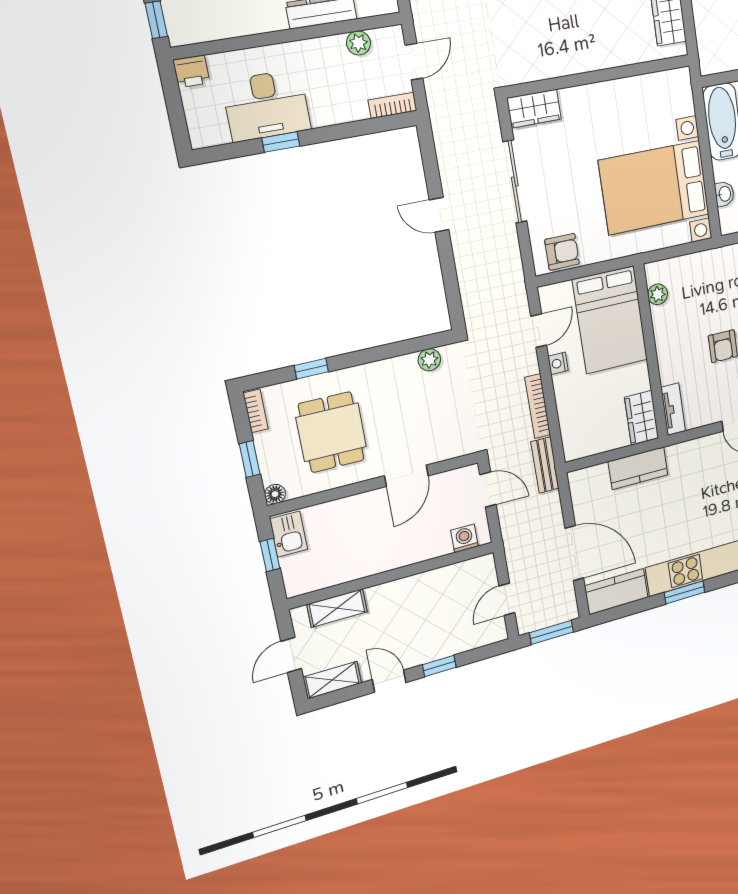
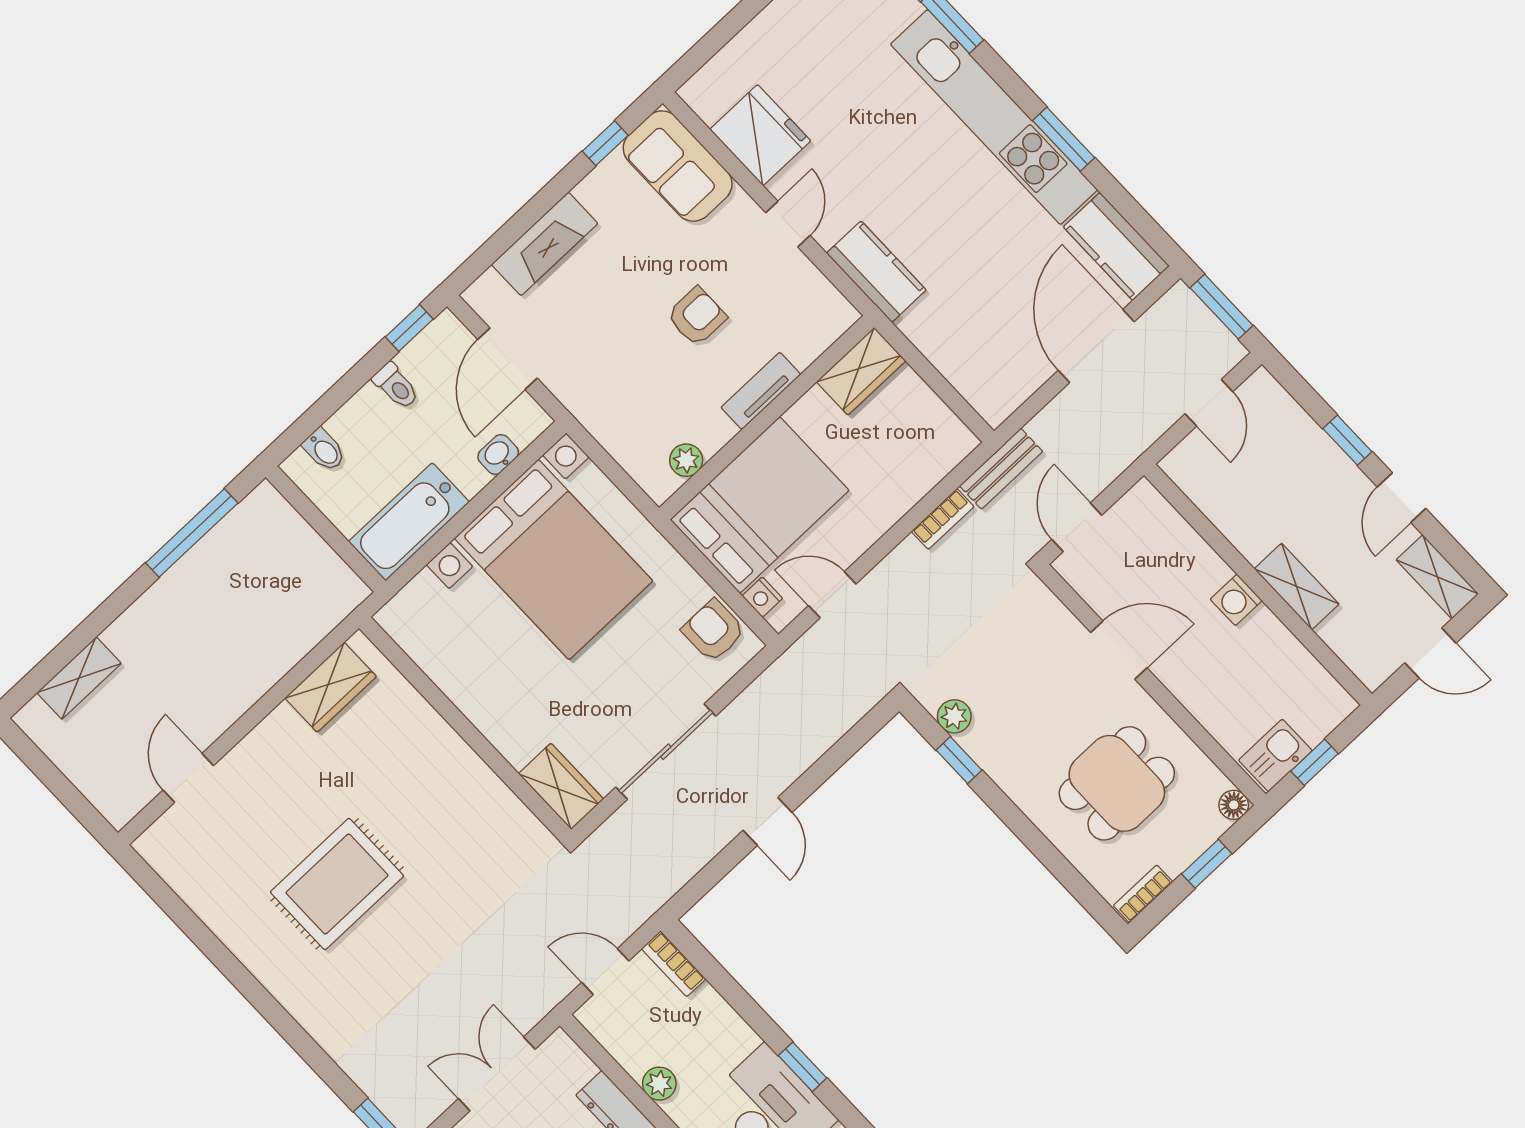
plant: (358, 43) -> (659, 1084), moved
nightstand: (558, 363) -> (762, 597), moved, turned 90
window: (311, 369) -> (959, 760), moved
bookcase: (538, 406) -> (943, 519), width x0.64
tv unit: (673, 409) -> (761, 391), moved
kitchen counter: (638, 468) -> (876, 272), moved
washing machine: (464, 538) -> (1236, 600), moved
door: (507, 599) -> (1209, 403), hinge flipped
shelving: (337, 608) -> (1297, 586), moved

